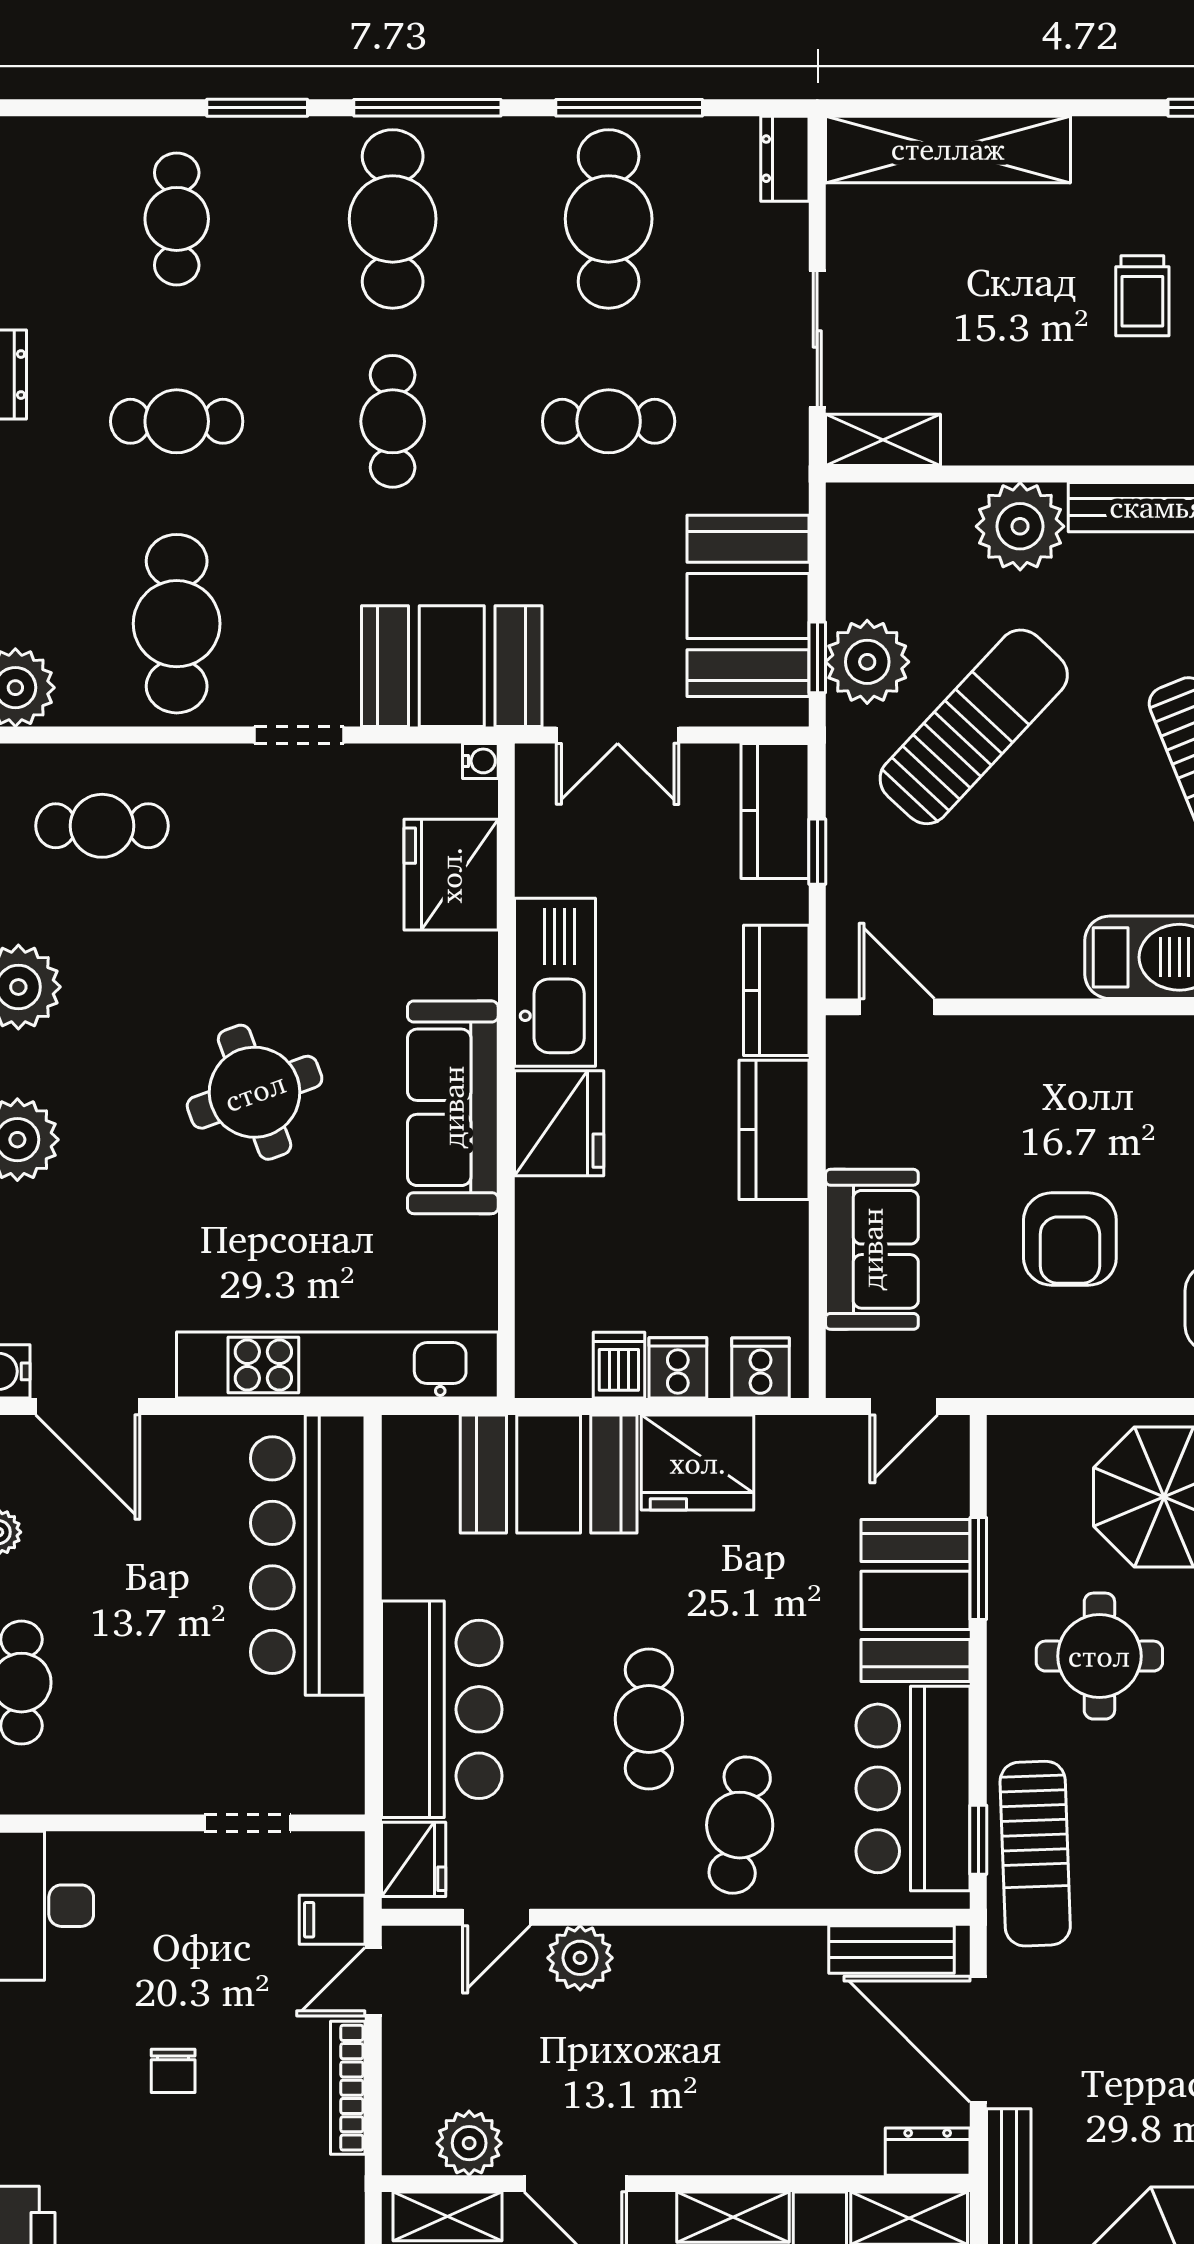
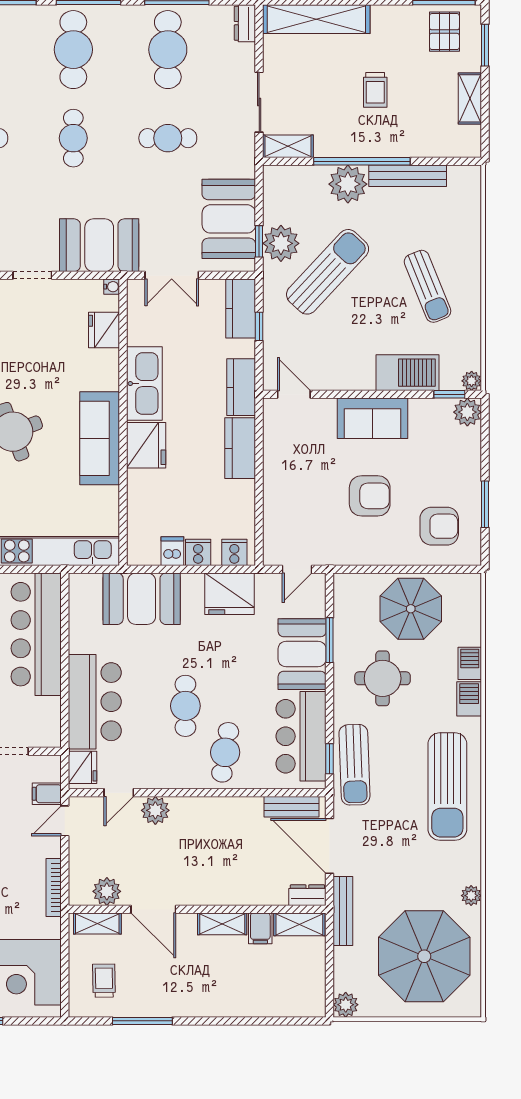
trolley: (1142, 296) -> (375, 90), moved
window: (1052, 474) -> (362, 161), added
fridge: (451, 875) -> (104, 330), width x0.73, depth x0.75
armchair: (1070, 1239) -> (370, 496), turned -90
sofa: (872, 1249) -> (372, 418), moved, turned 90
fridge: (698, 1463) -> (230, 594), moved
bookcase: (348, 2088) -> (54, 888), moved

